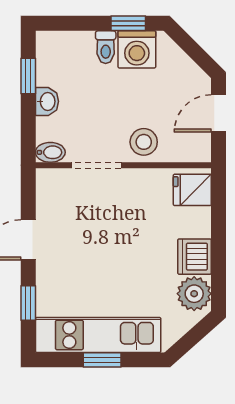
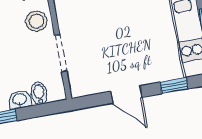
bidet: (50, 152) -> (39, 93), moved

